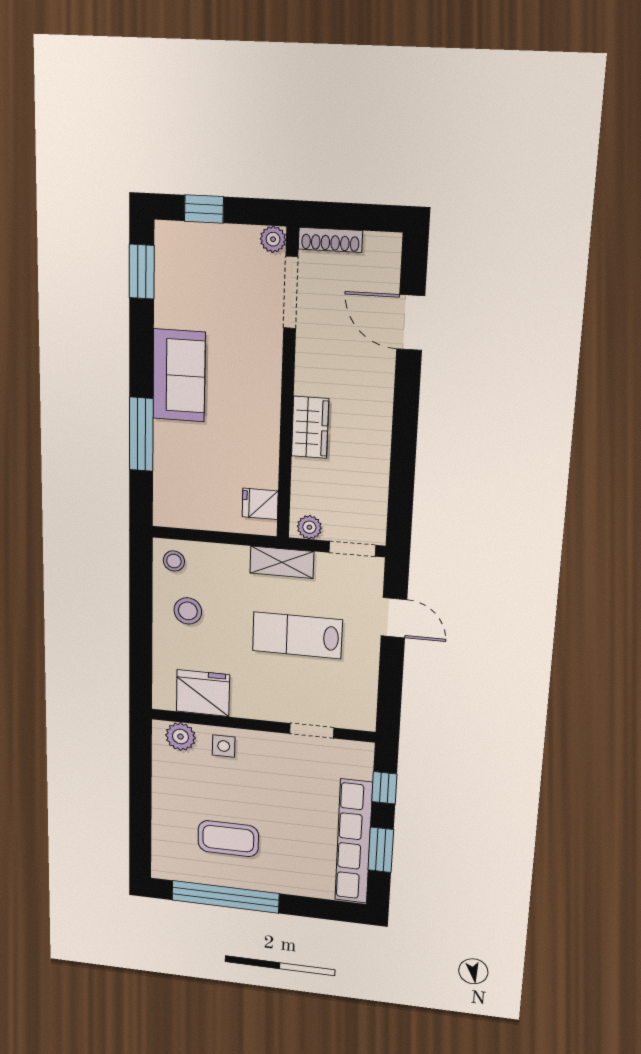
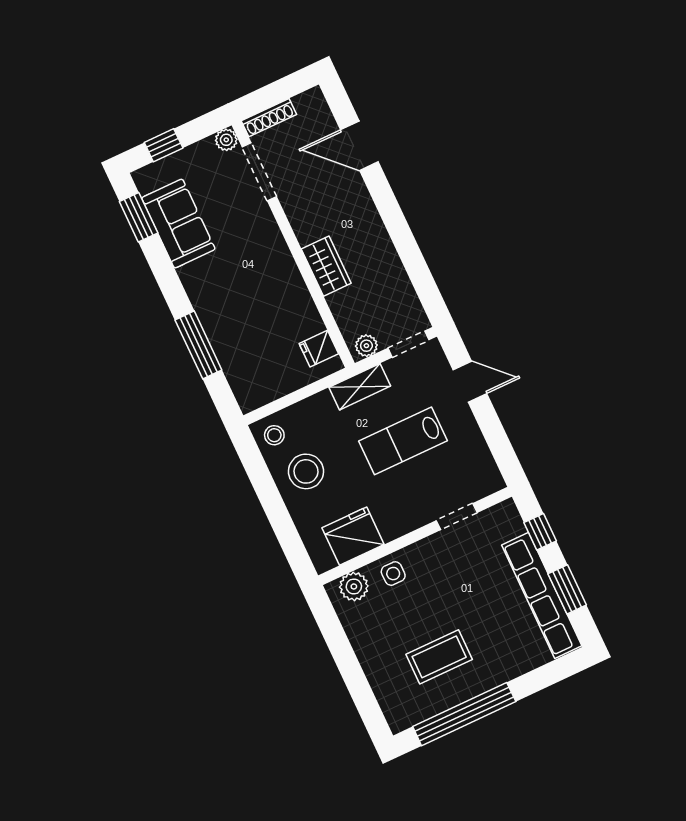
sofa: (179, 375) -> (178, 224), moved
stool: (188, 611) -> (306, 471), width x1.38, depth x1.38

